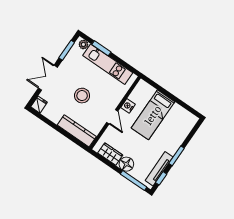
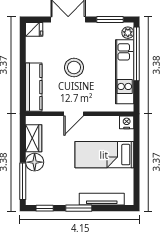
window: (101, 48) -> (137, 54), width x2.11
nightstand: (128, 106) -> (127, 122), moved
tv unit: (159, 169) -> (102, 199), moved

